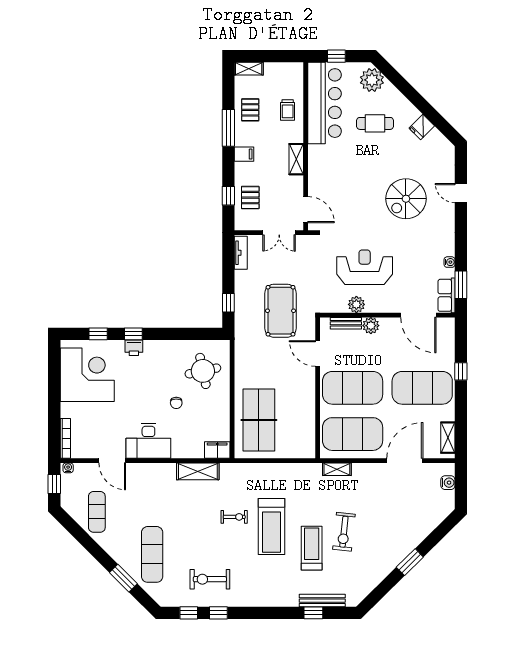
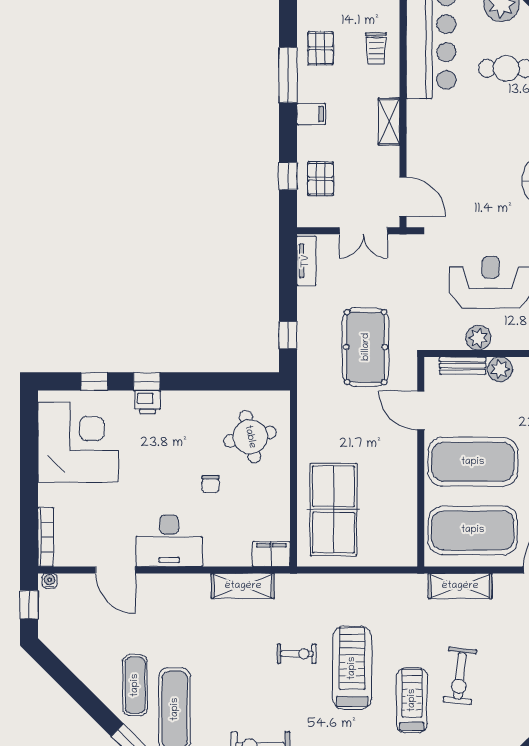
shelving: (337, 469) -> (460, 586), width x1.50, depth x1.33
exercise mat: (97, 512) -> (135, 685), moved
treadmill: (271, 526) -> (352, 668), turned 180

